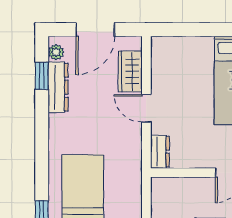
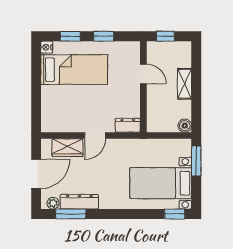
door: (95, 30) -> (36, 174), hinge flipped
window: (42, 76) -> (71, 214), width x1.50

